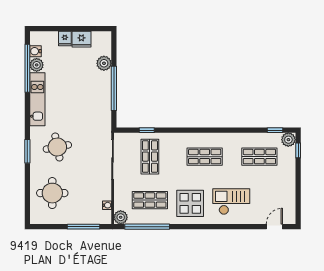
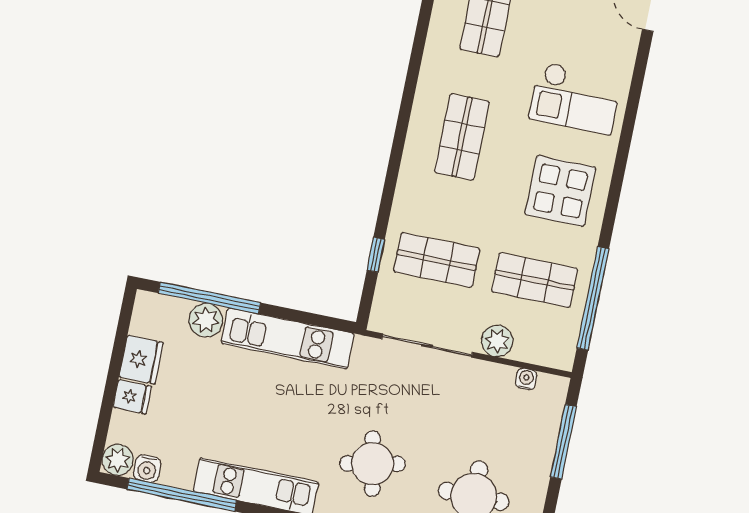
plant: (37, 65) -> (118, 460), moved
window: (114, 88) -> (209, 298), moved
kitchen unit: (103, 100) -> (288, 338), added
shop shelf: (150, 200) -> (535, 280), turned 90
checkout: (231, 202) -> (575, 98), turned -90
plant: (121, 217) -> (497, 341), moved

